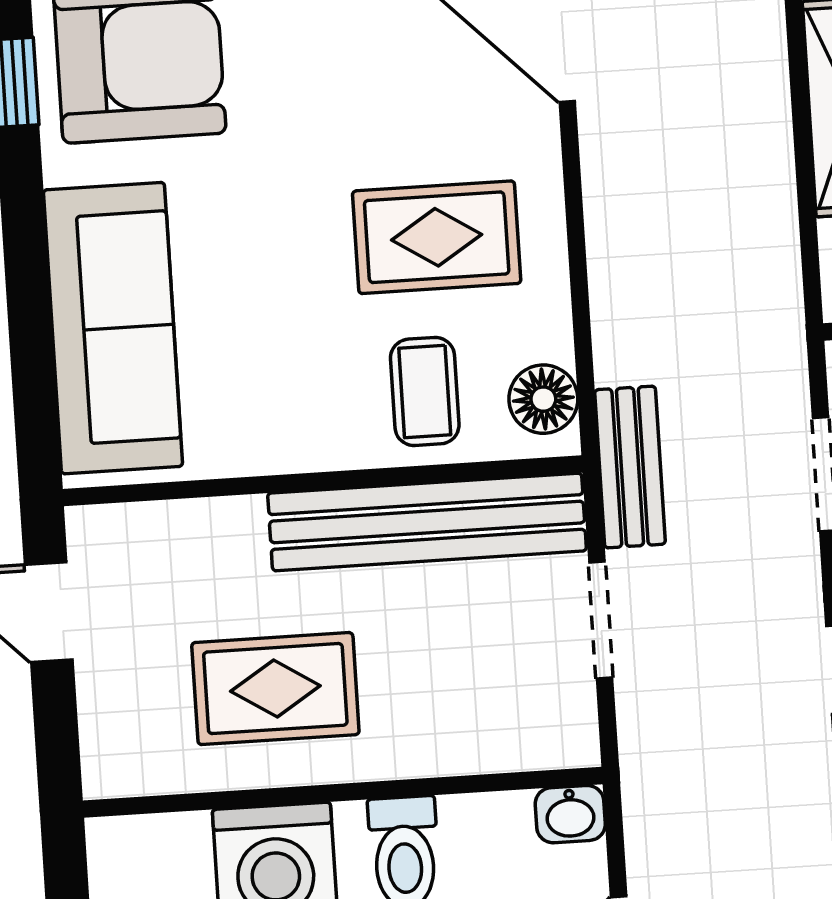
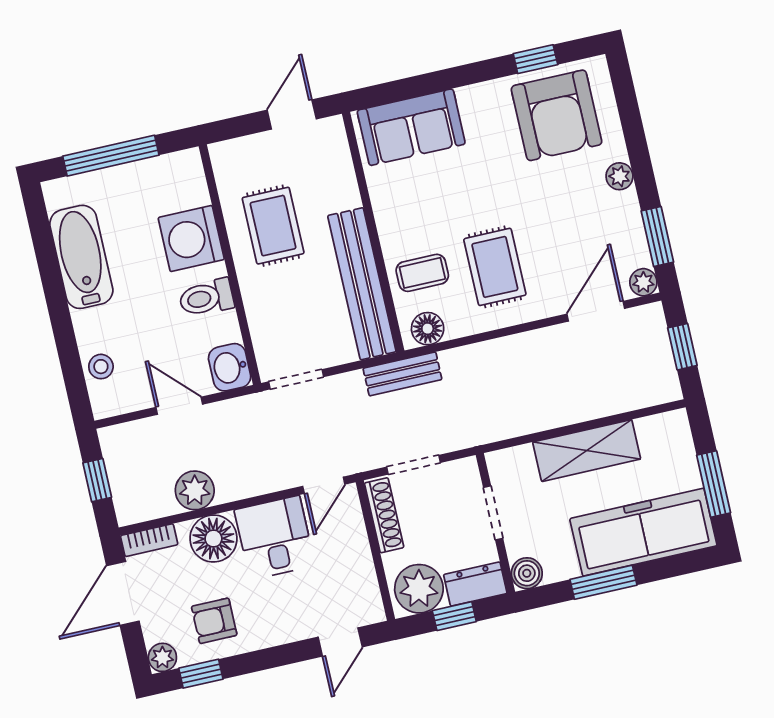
sofa: (113, 328) -> (411, 127), width x0.73
doorway: (601, 620) -> (296, 379), moved
washbasin: (570, 814) -> (230, 367), width x1.38, depth x1.45

